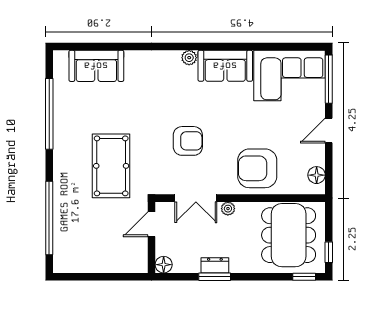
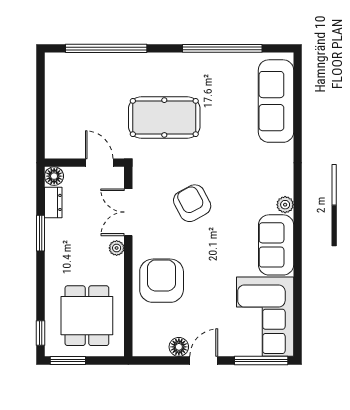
sofa: (96, 66) -> (276, 101), width x1.36
door: (329, 130) -> (204, 361), hinge flipped
armchair: (188, 141) -> (192, 203), turned 152
floor lamp: (317, 175) -> (179, 347), moved
dining table: (289, 235) -> (87, 316), width x0.73
window: (329, 252) -> (68, 361), width x1.50
dresser: (215, 265) -> (53, 202), moved

